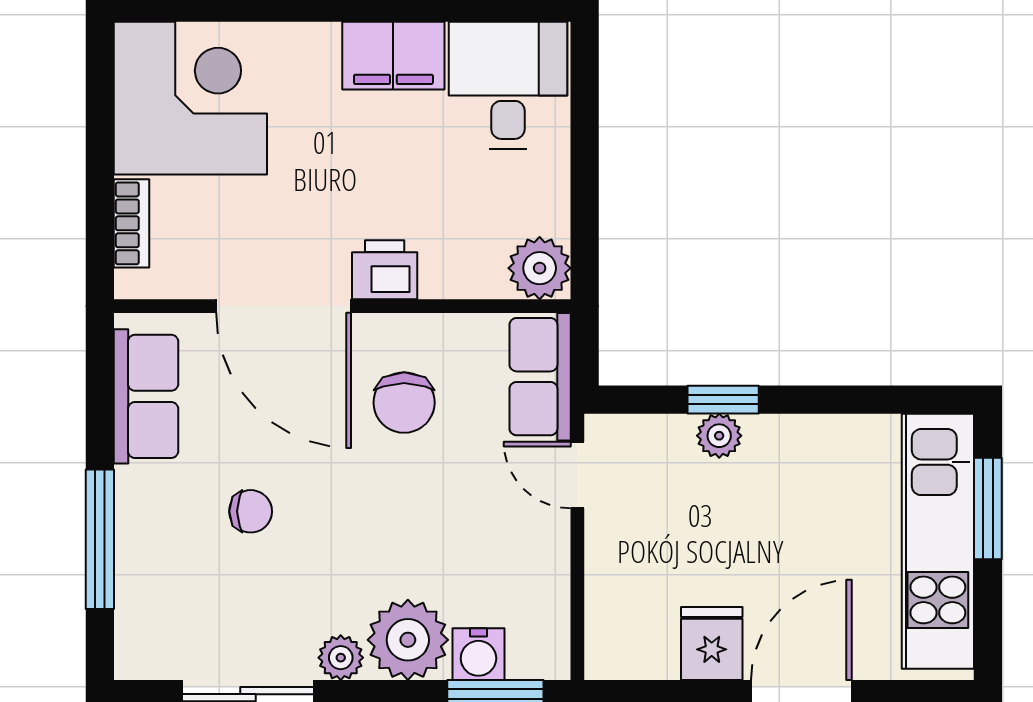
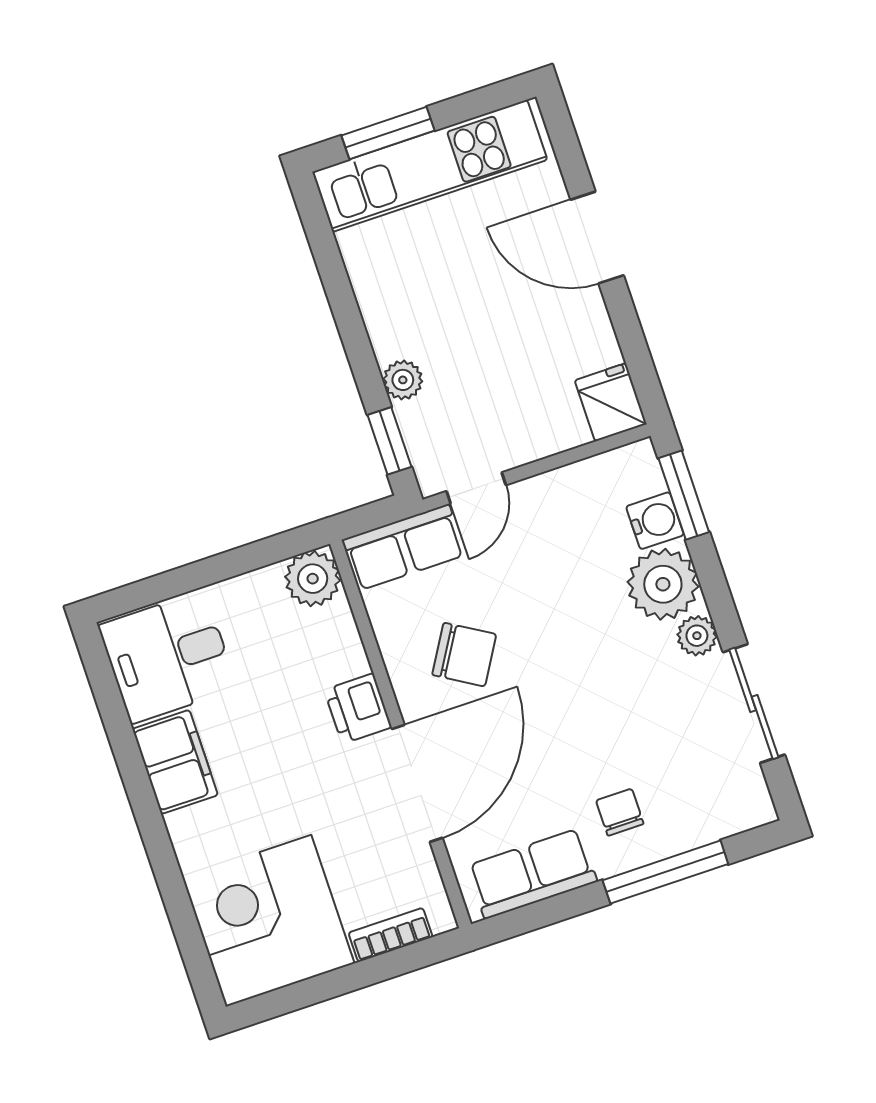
window: (723, 400) -> (389, 441), moved
chair: (404, 403) -> (464, 655), turned 31
chair: (251, 511) -> (620, 812), moved
fridge: (712, 643) -> (611, 402), moved, turned 90

